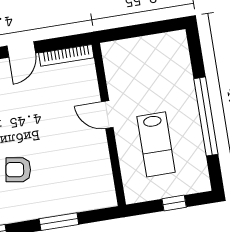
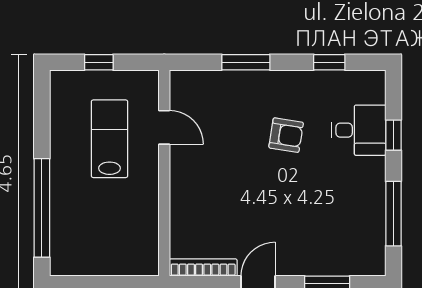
door: (107, 115) -> (164, 127), moved
window: (206, 116) -> (42, 208), moved

